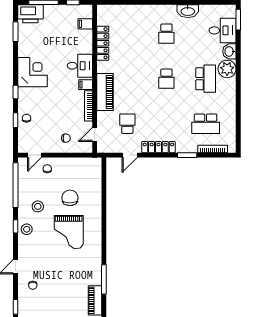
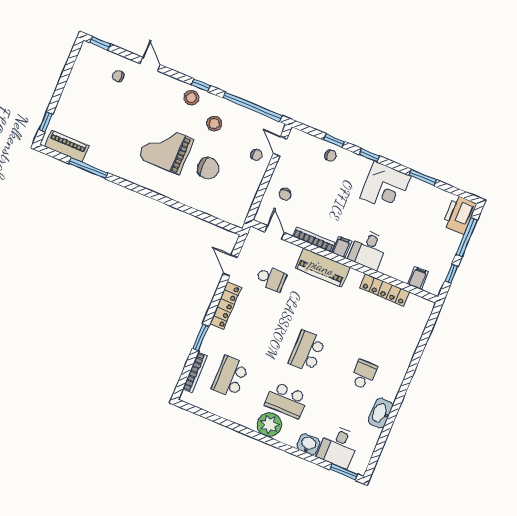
window: (15, 32) -> (423, 177), moved
school desk: (166, 34) -> (363, 375), turned 90
plant: (227, 69) -> (269, 425), moved
school desk: (166, 79) -> (307, 351), width x1.85

